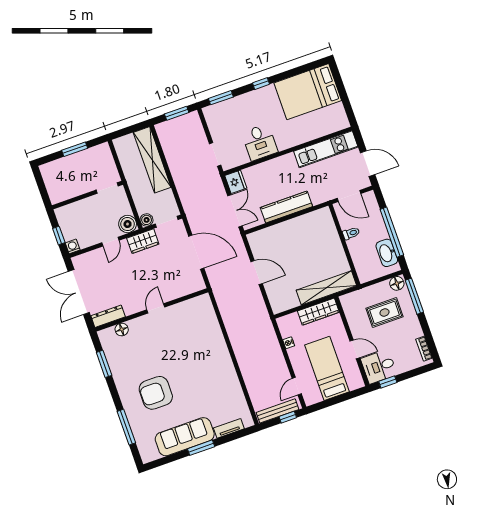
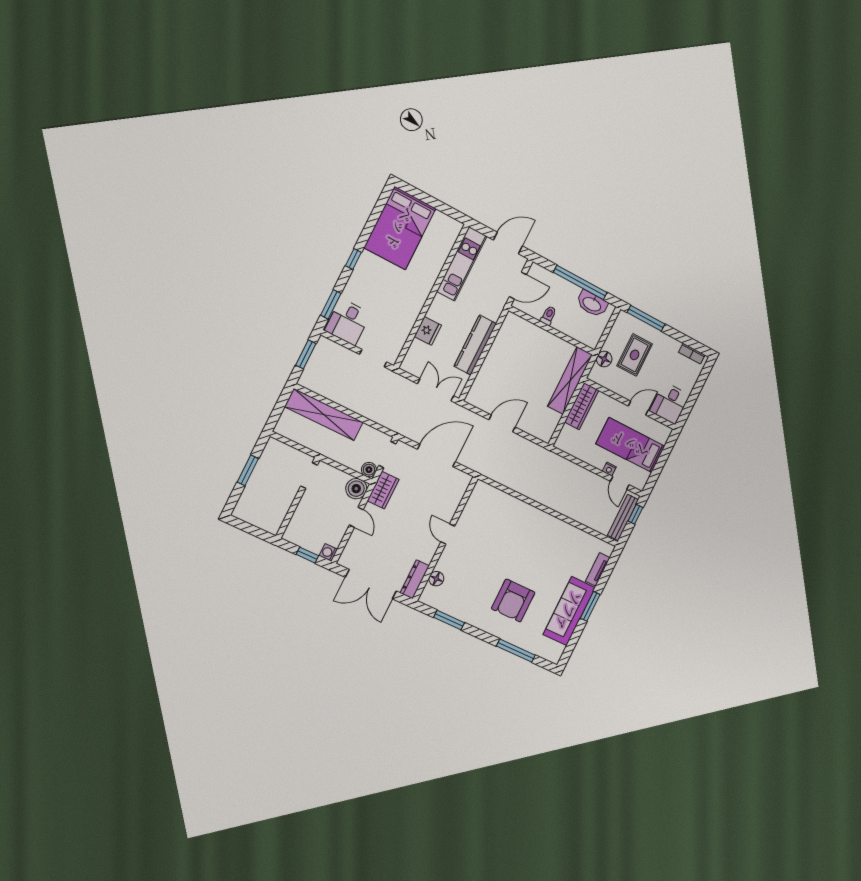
desk: (260, 142) -> (348, 322), moved, turned 90
fridge: (236, 182) -> (428, 331), moved, turned 90
floor lamp: (397, 283) -> (604, 359), moved
nightstand: (289, 343) -> (609, 469), moved
window: (388, 382) -> (688, 408), removed

